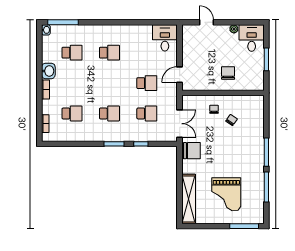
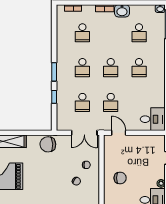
school desk: (109, 83) -> (111, 68), added
double door: (180, 124) -> (84, 133), moved
chair: (192, 151) -> (48, 144), turned 88

